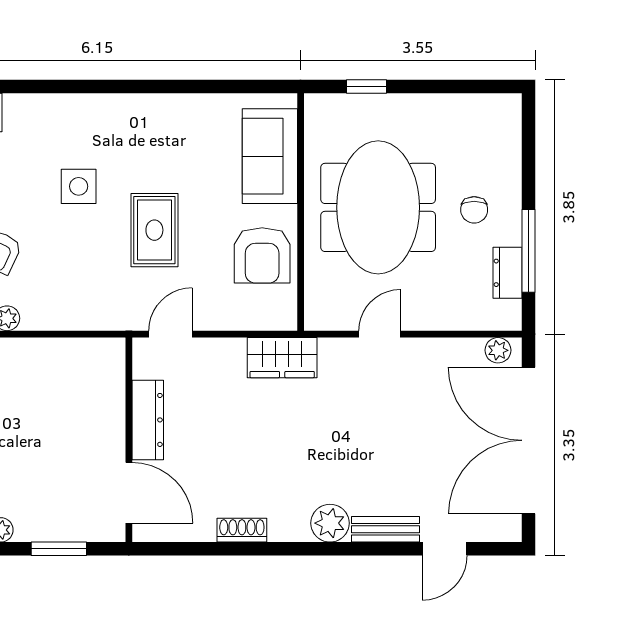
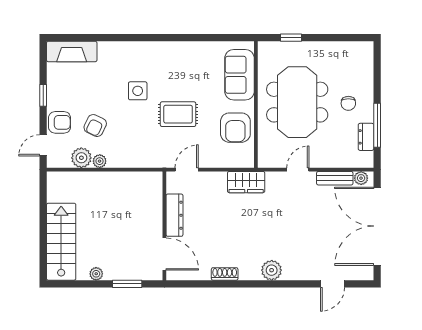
rug: (154, 230) -> (178, 114), turned 90
bench: (386, 529) -> (335, 178), moved

